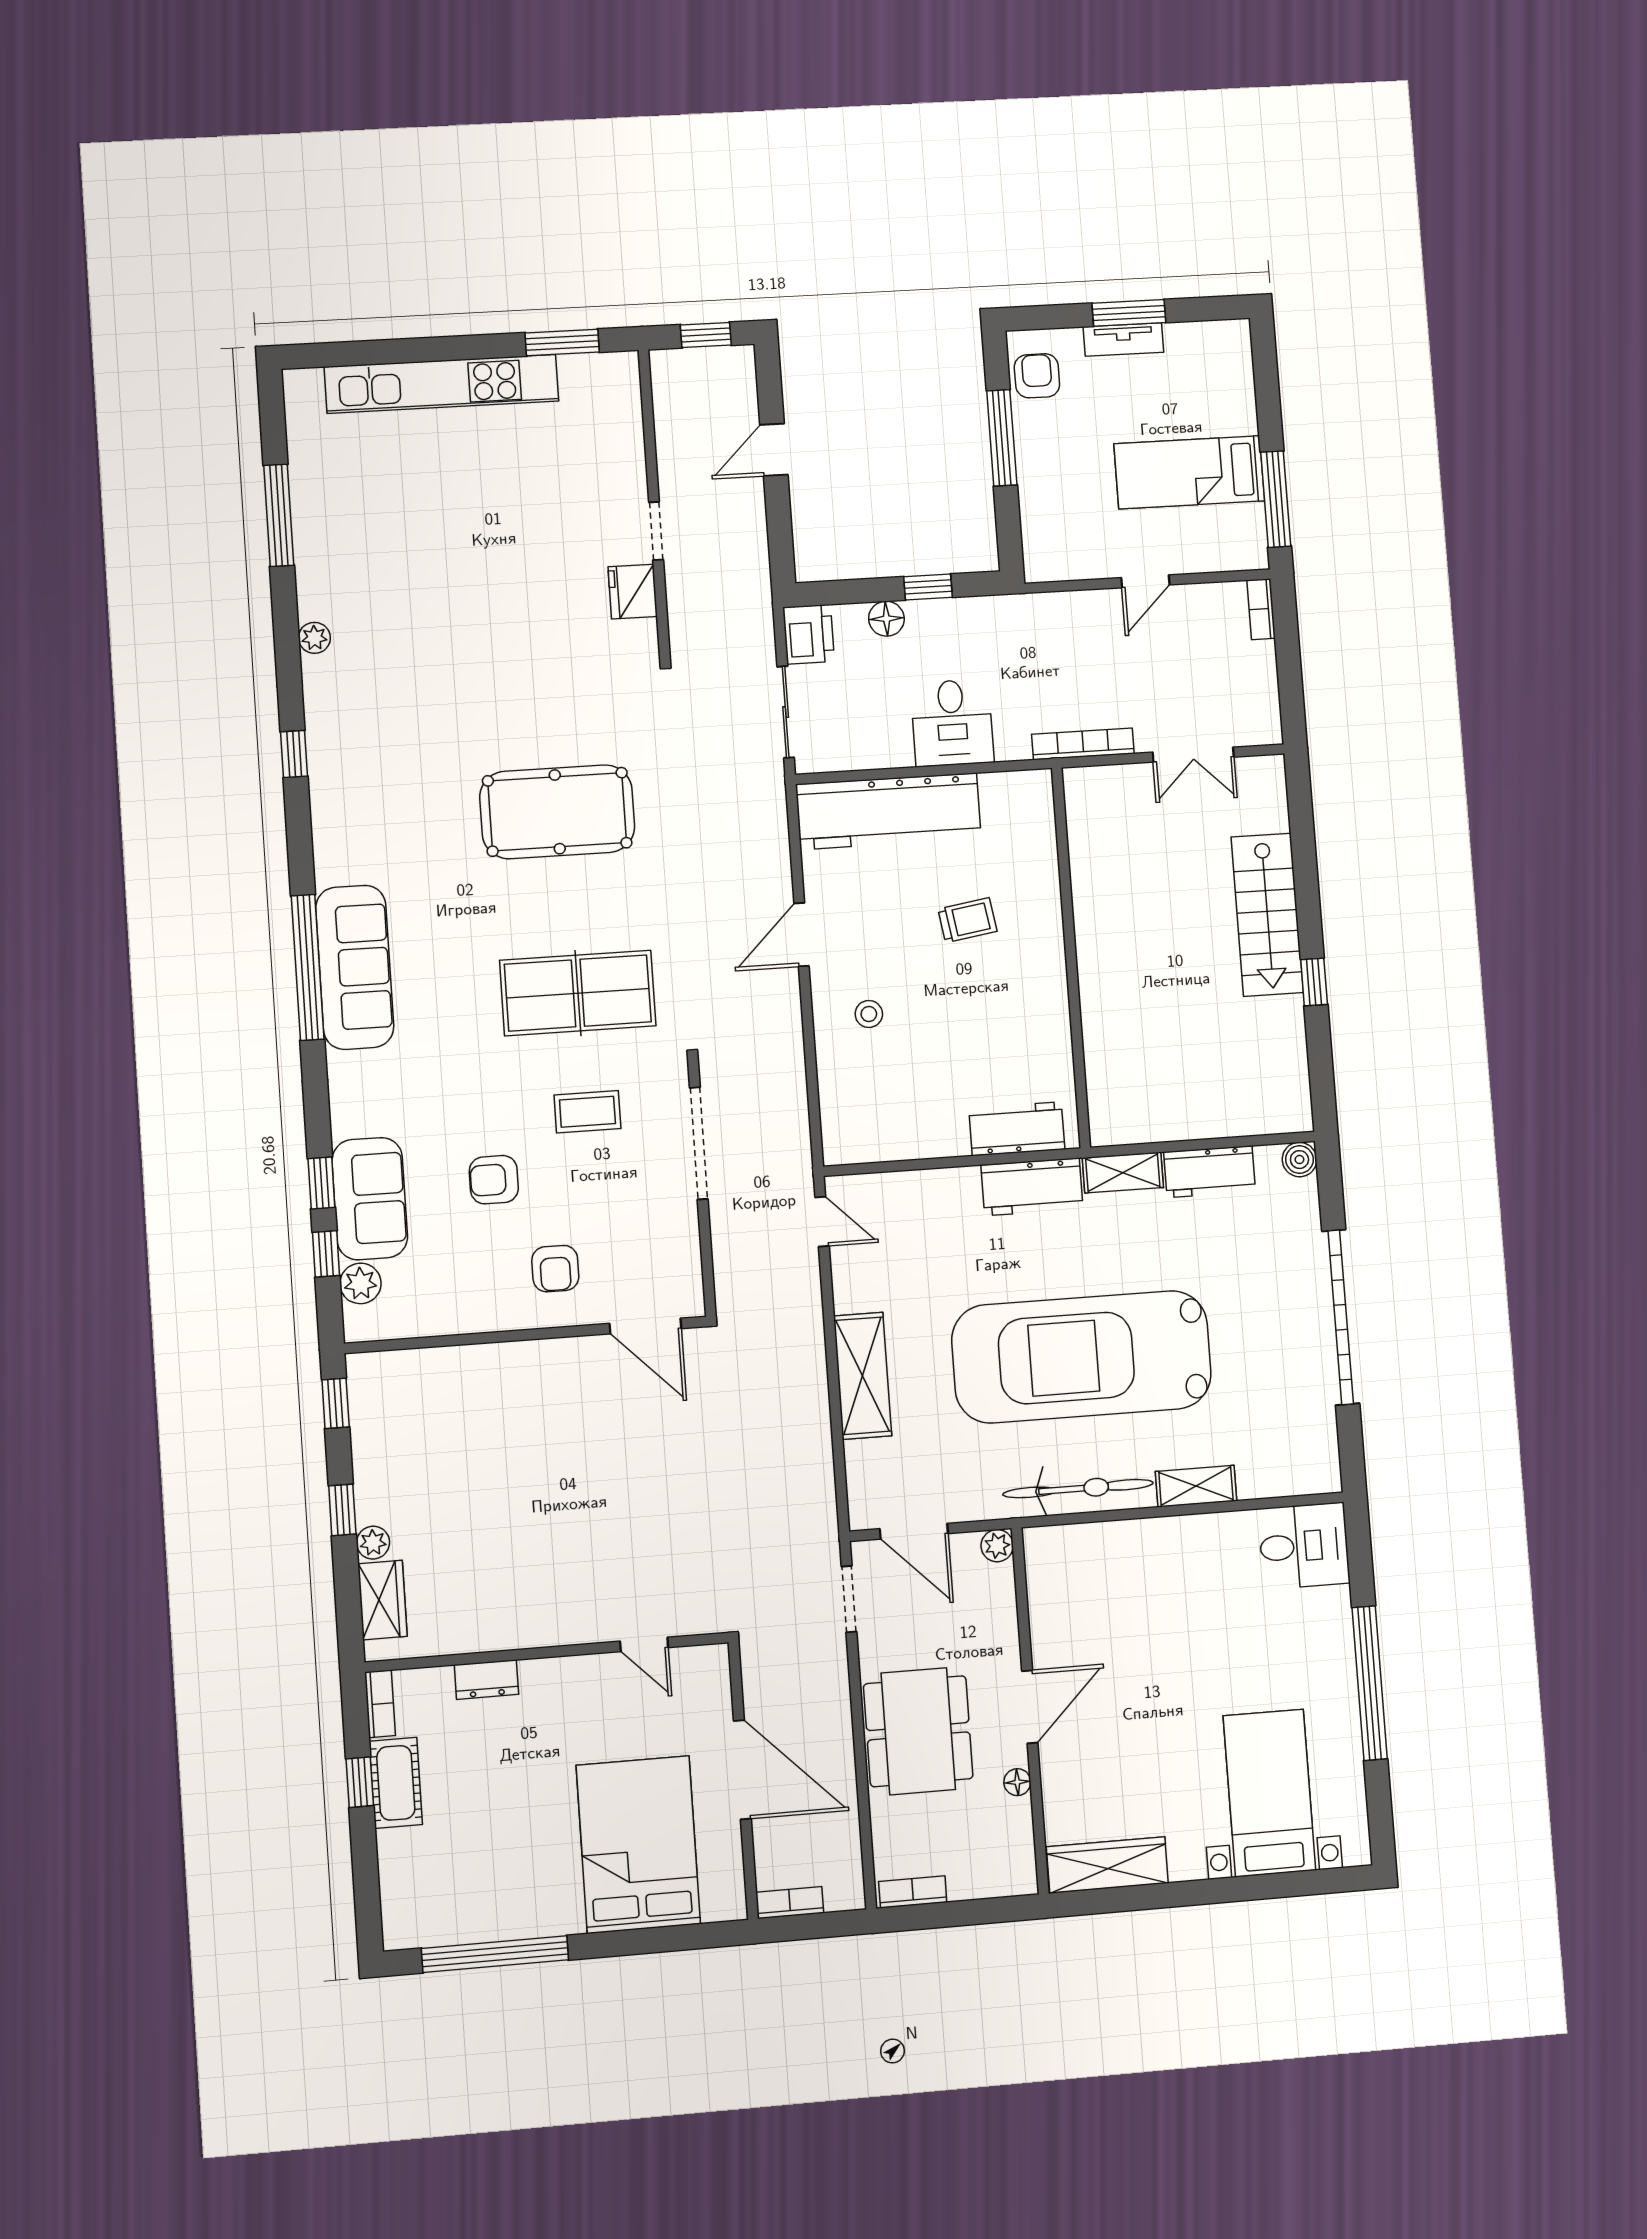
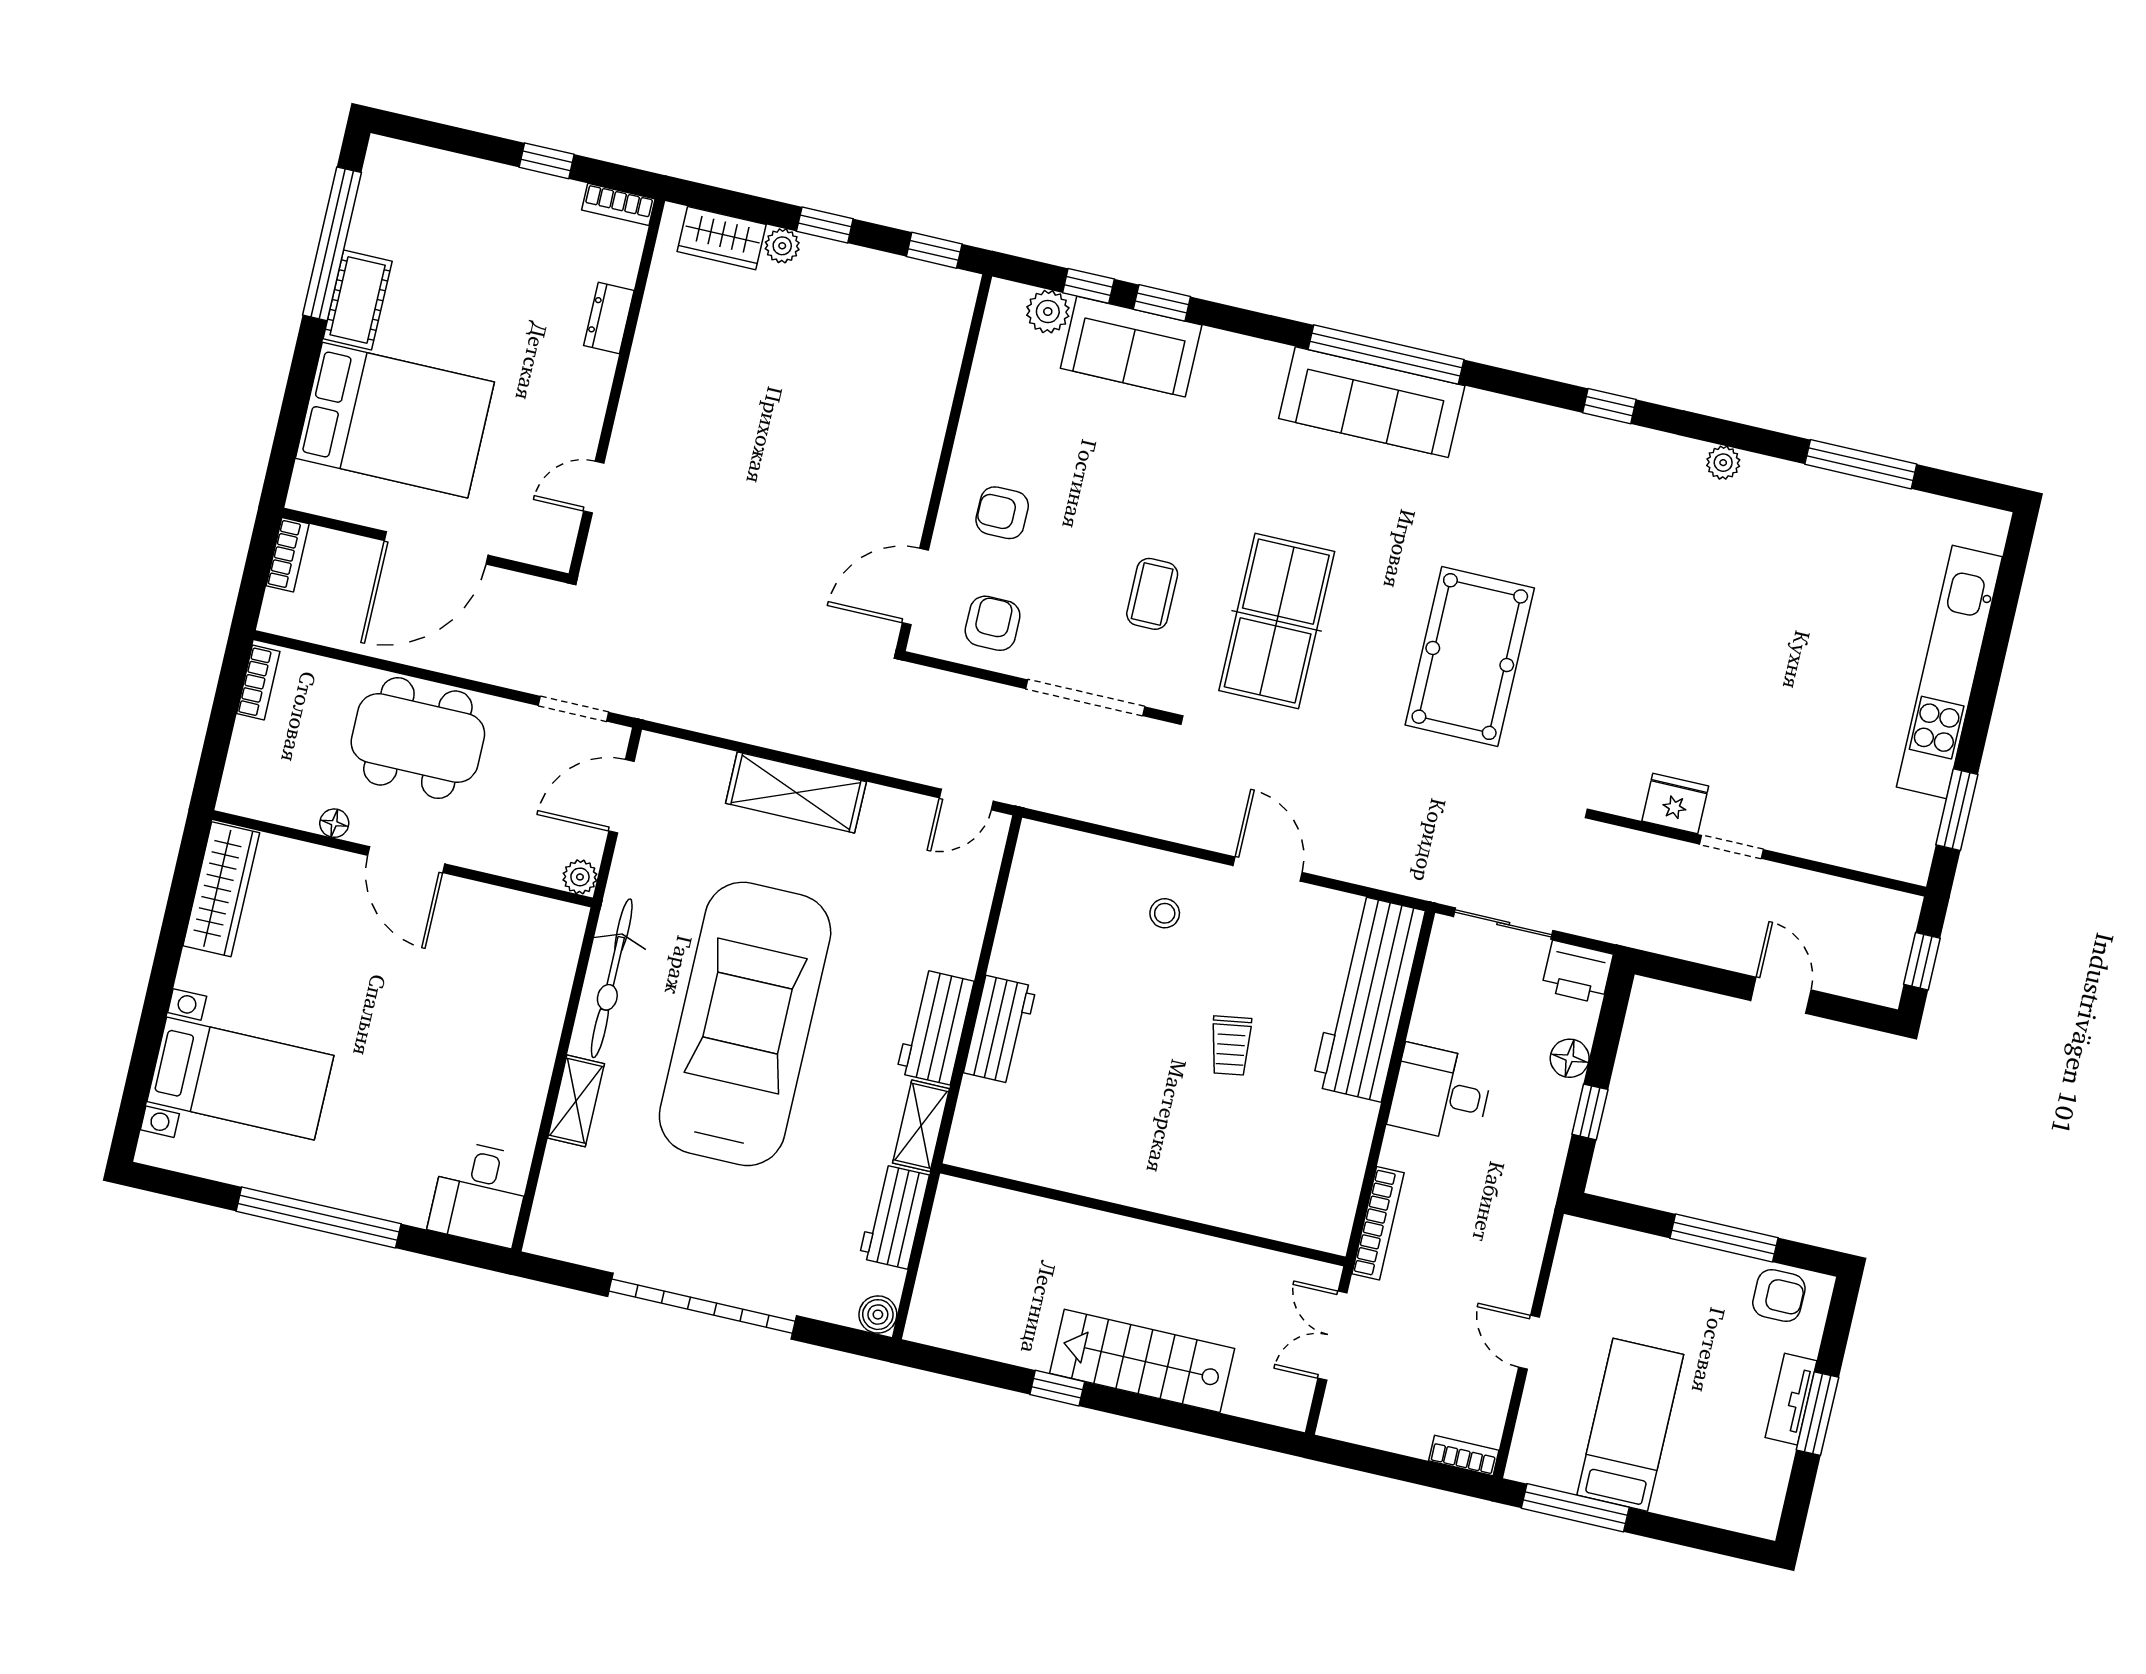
wall: (1071, 957) -> (1143, 1215), moved
armchair: (494, 1180) -> (993, 623), moved
cot: (396, 1783) -> (358, 300), moved, turned 90

